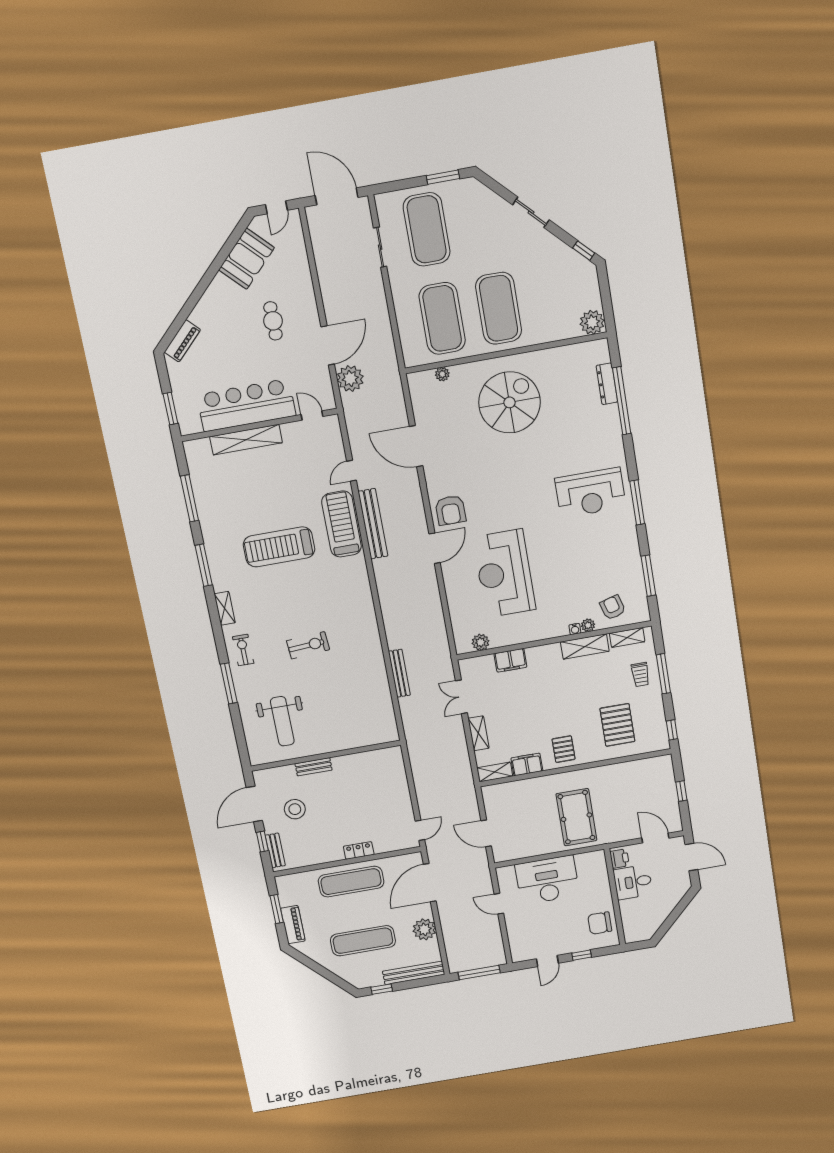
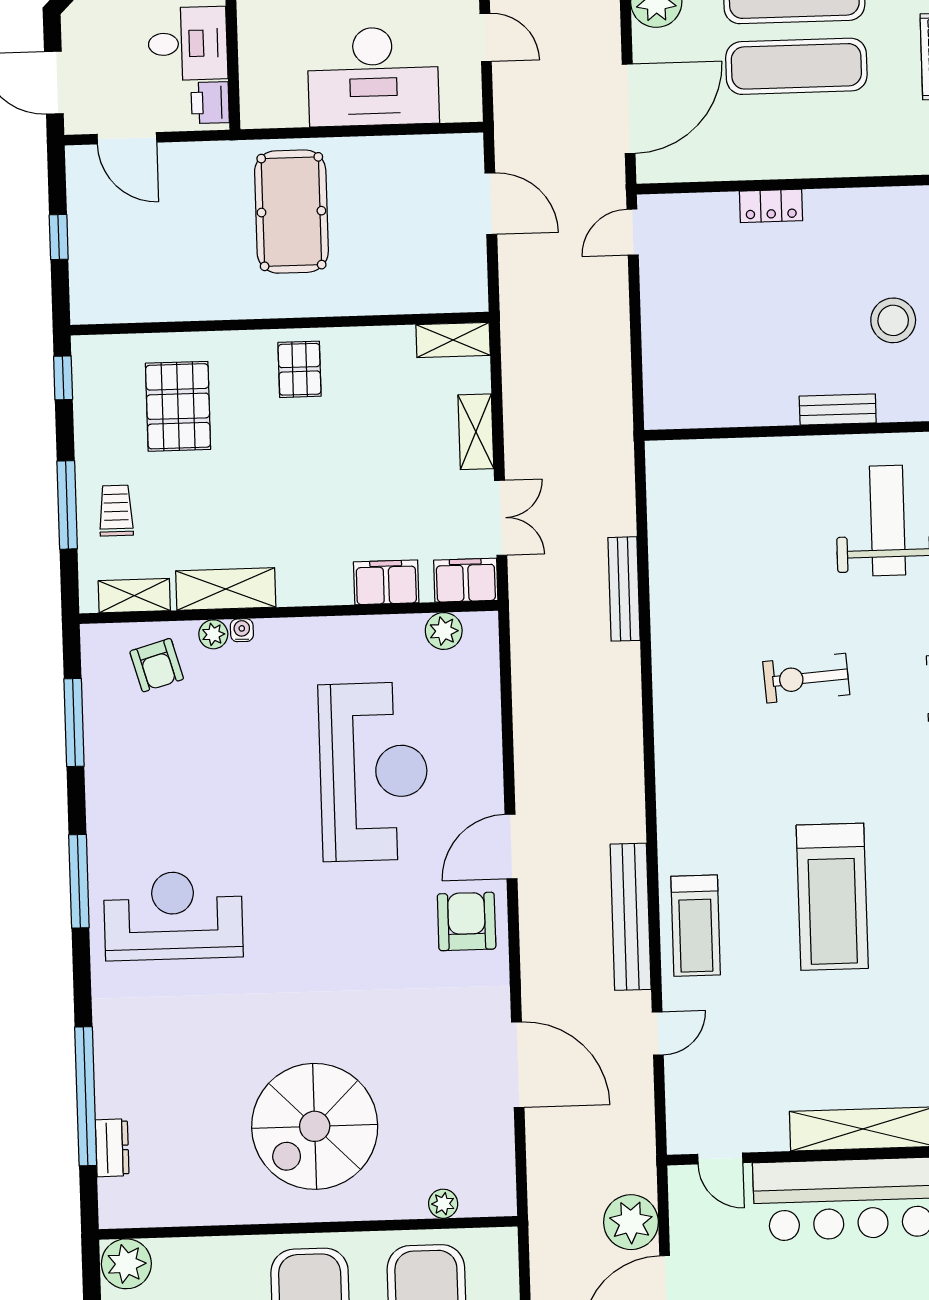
dresser: (607, 384) -> (112, 1148), width x0.70
treadmill: (342, 524) -> (696, 926), width x0.73, depth x0.73
treadmill: (279, 547) -> (832, 897), turned 90
filing cabinet: (527, 764) -> (466, 580), moved, turned 180
exercise mat: (351, 882) -> (796, 66), moved

